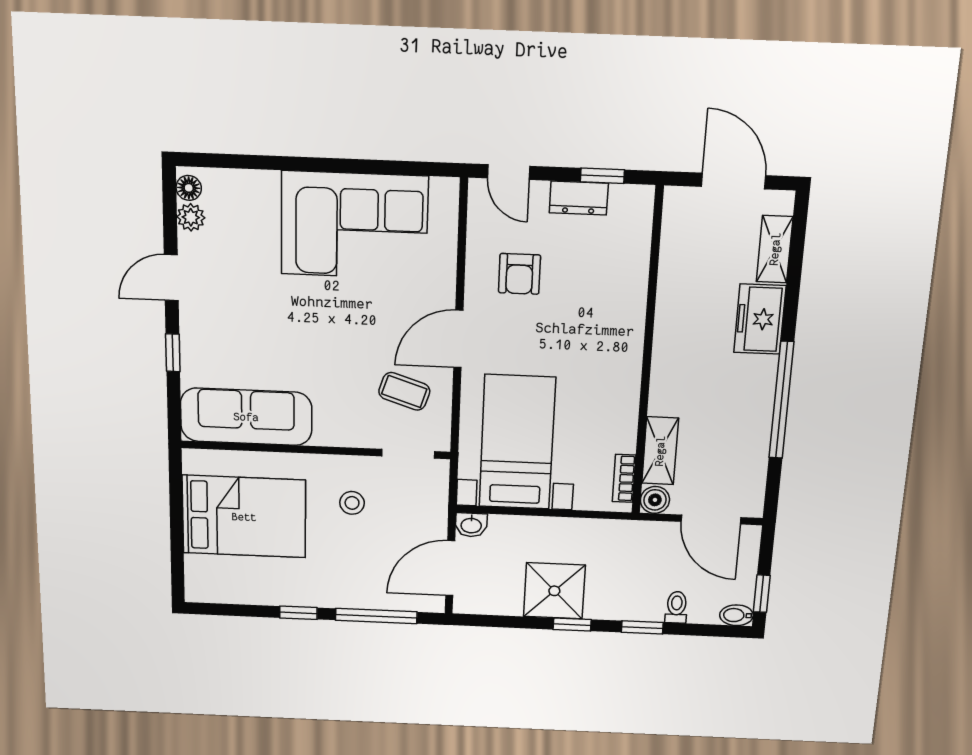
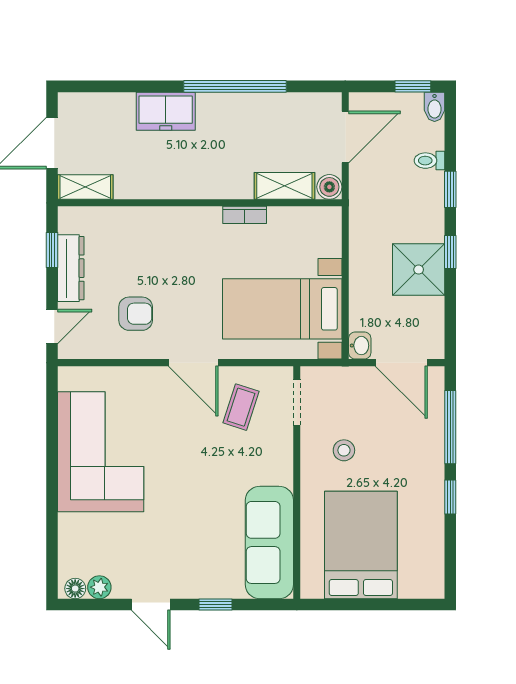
dresser: (579, 198) -> (71, 268), width x1.44
shelving: (775, 249) -> (85, 187), moved
bookcase: (624, 478) -> (245, 215), moved

